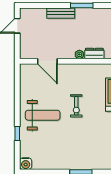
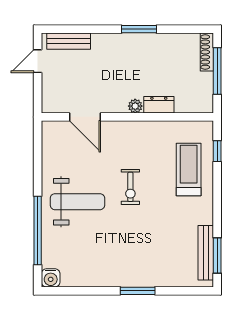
bench: (61, 13) -> (69, 41), moved
window: (17, 133) -> (38, 230), width x3.17

